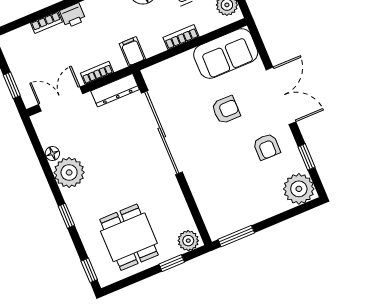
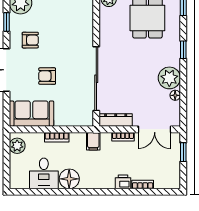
armchair: (267, 147) -> (30, 40), turned 90

